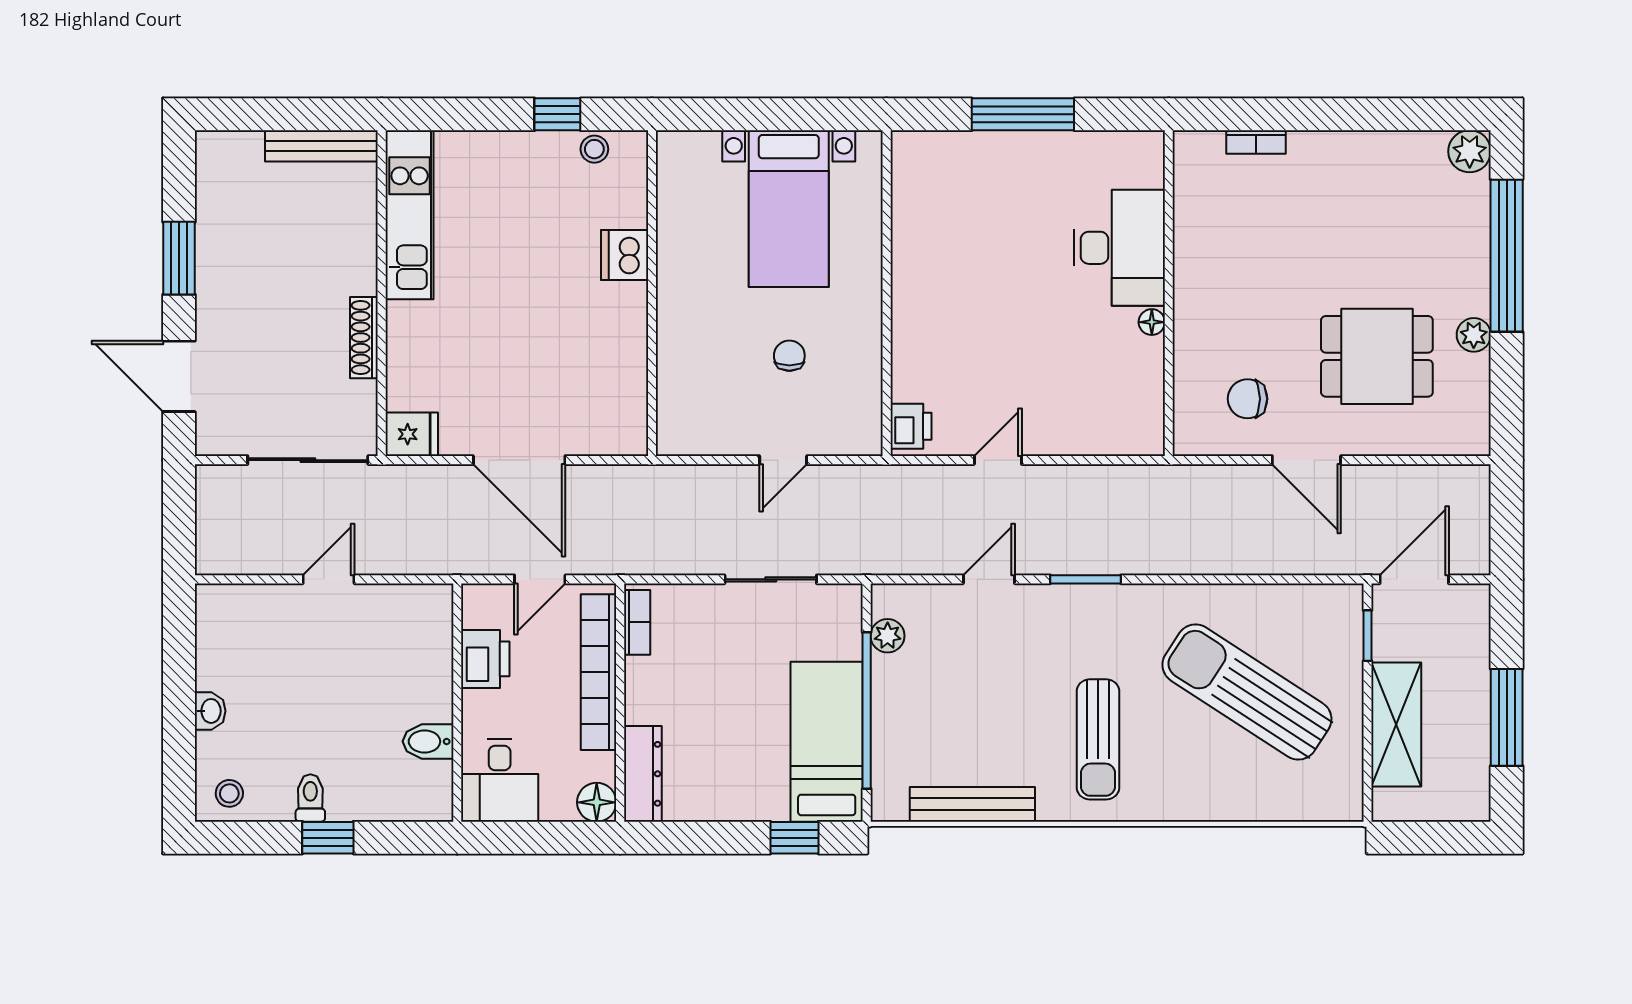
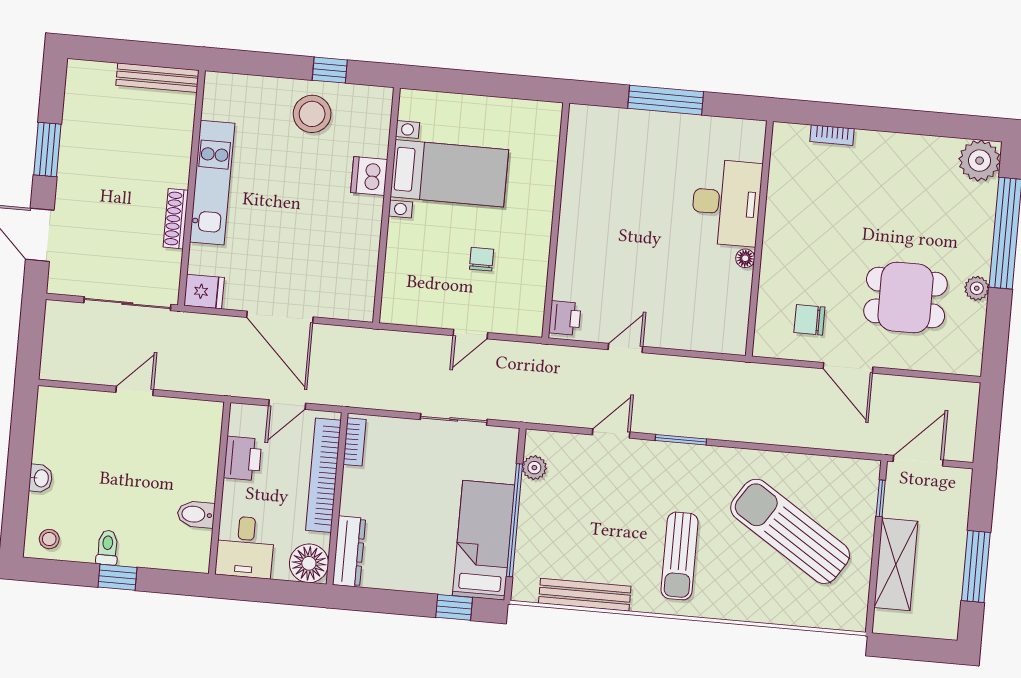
stool: (594, 149) -> (312, 114), moved, width x1.89, depth x1.89
plant: (1470, 151) -> (980, 161), width x1.36, depth x1.36
bed with nightstands: (789, 209) -> (449, 173), moved, turned -90
kitchen unit: (410, 215) -> (212, 183), moved
floor lamp: (597, 802) -> (309, 563), width x1.38, depth x1.38

